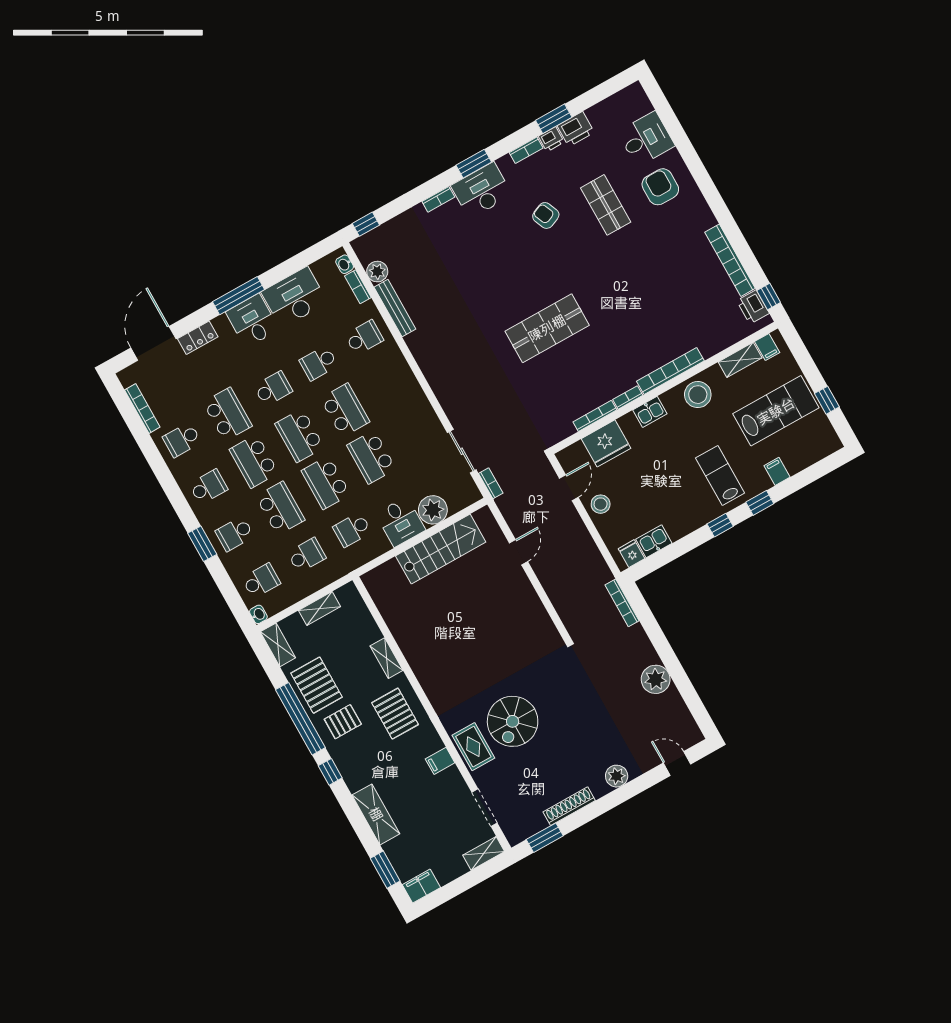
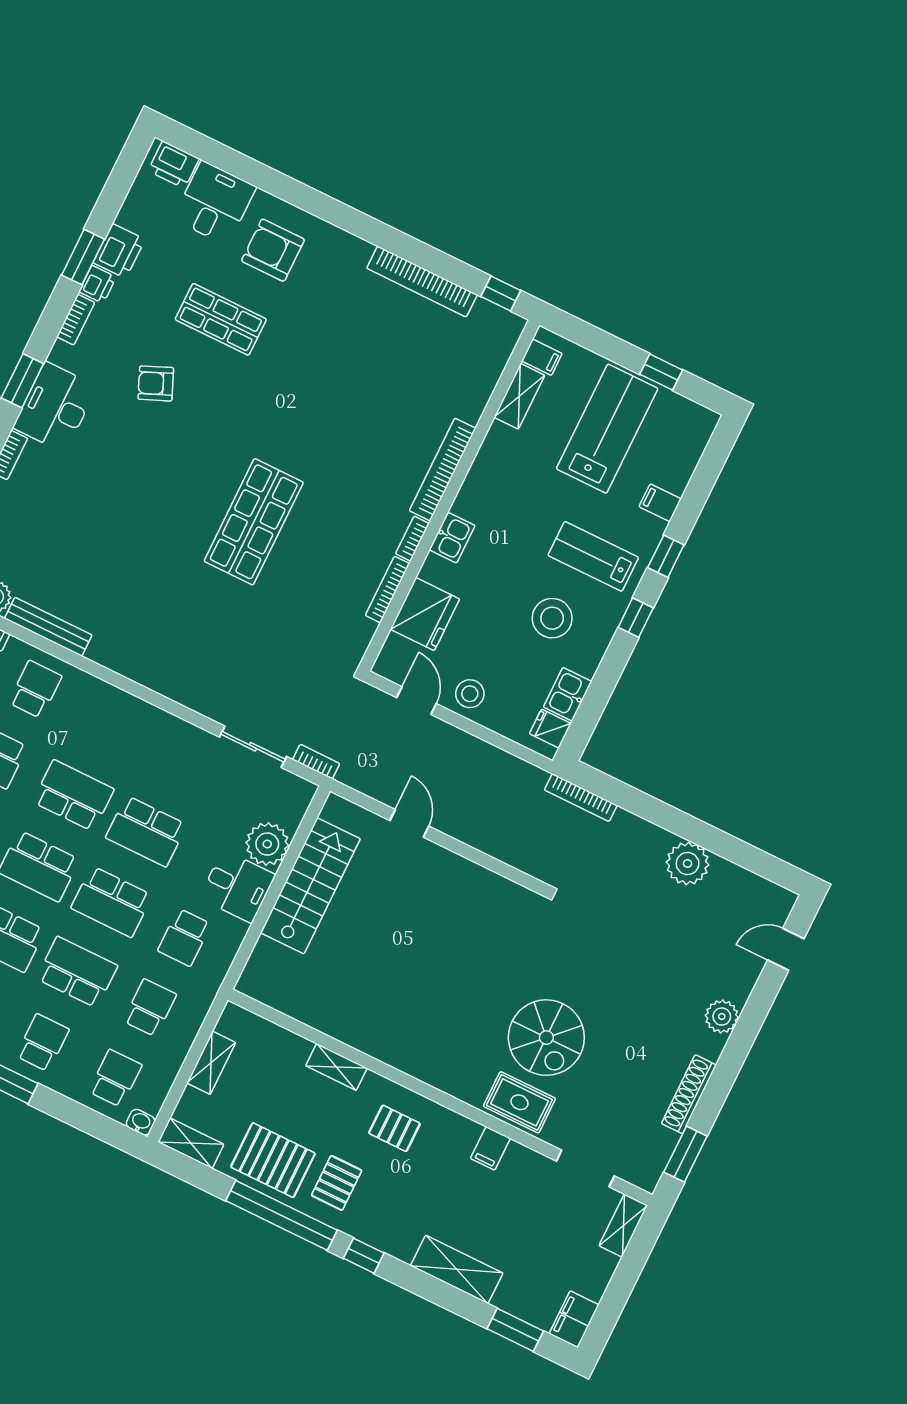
printer: (753, 307) -> (174, 165), moved
stool: (698, 395) -> (552, 618), moved
school desk: (235, 534) -> (43, 1043), turned 180
pallet: (395, 714) -> (394, 1128), width x0.67, depth x0.71

